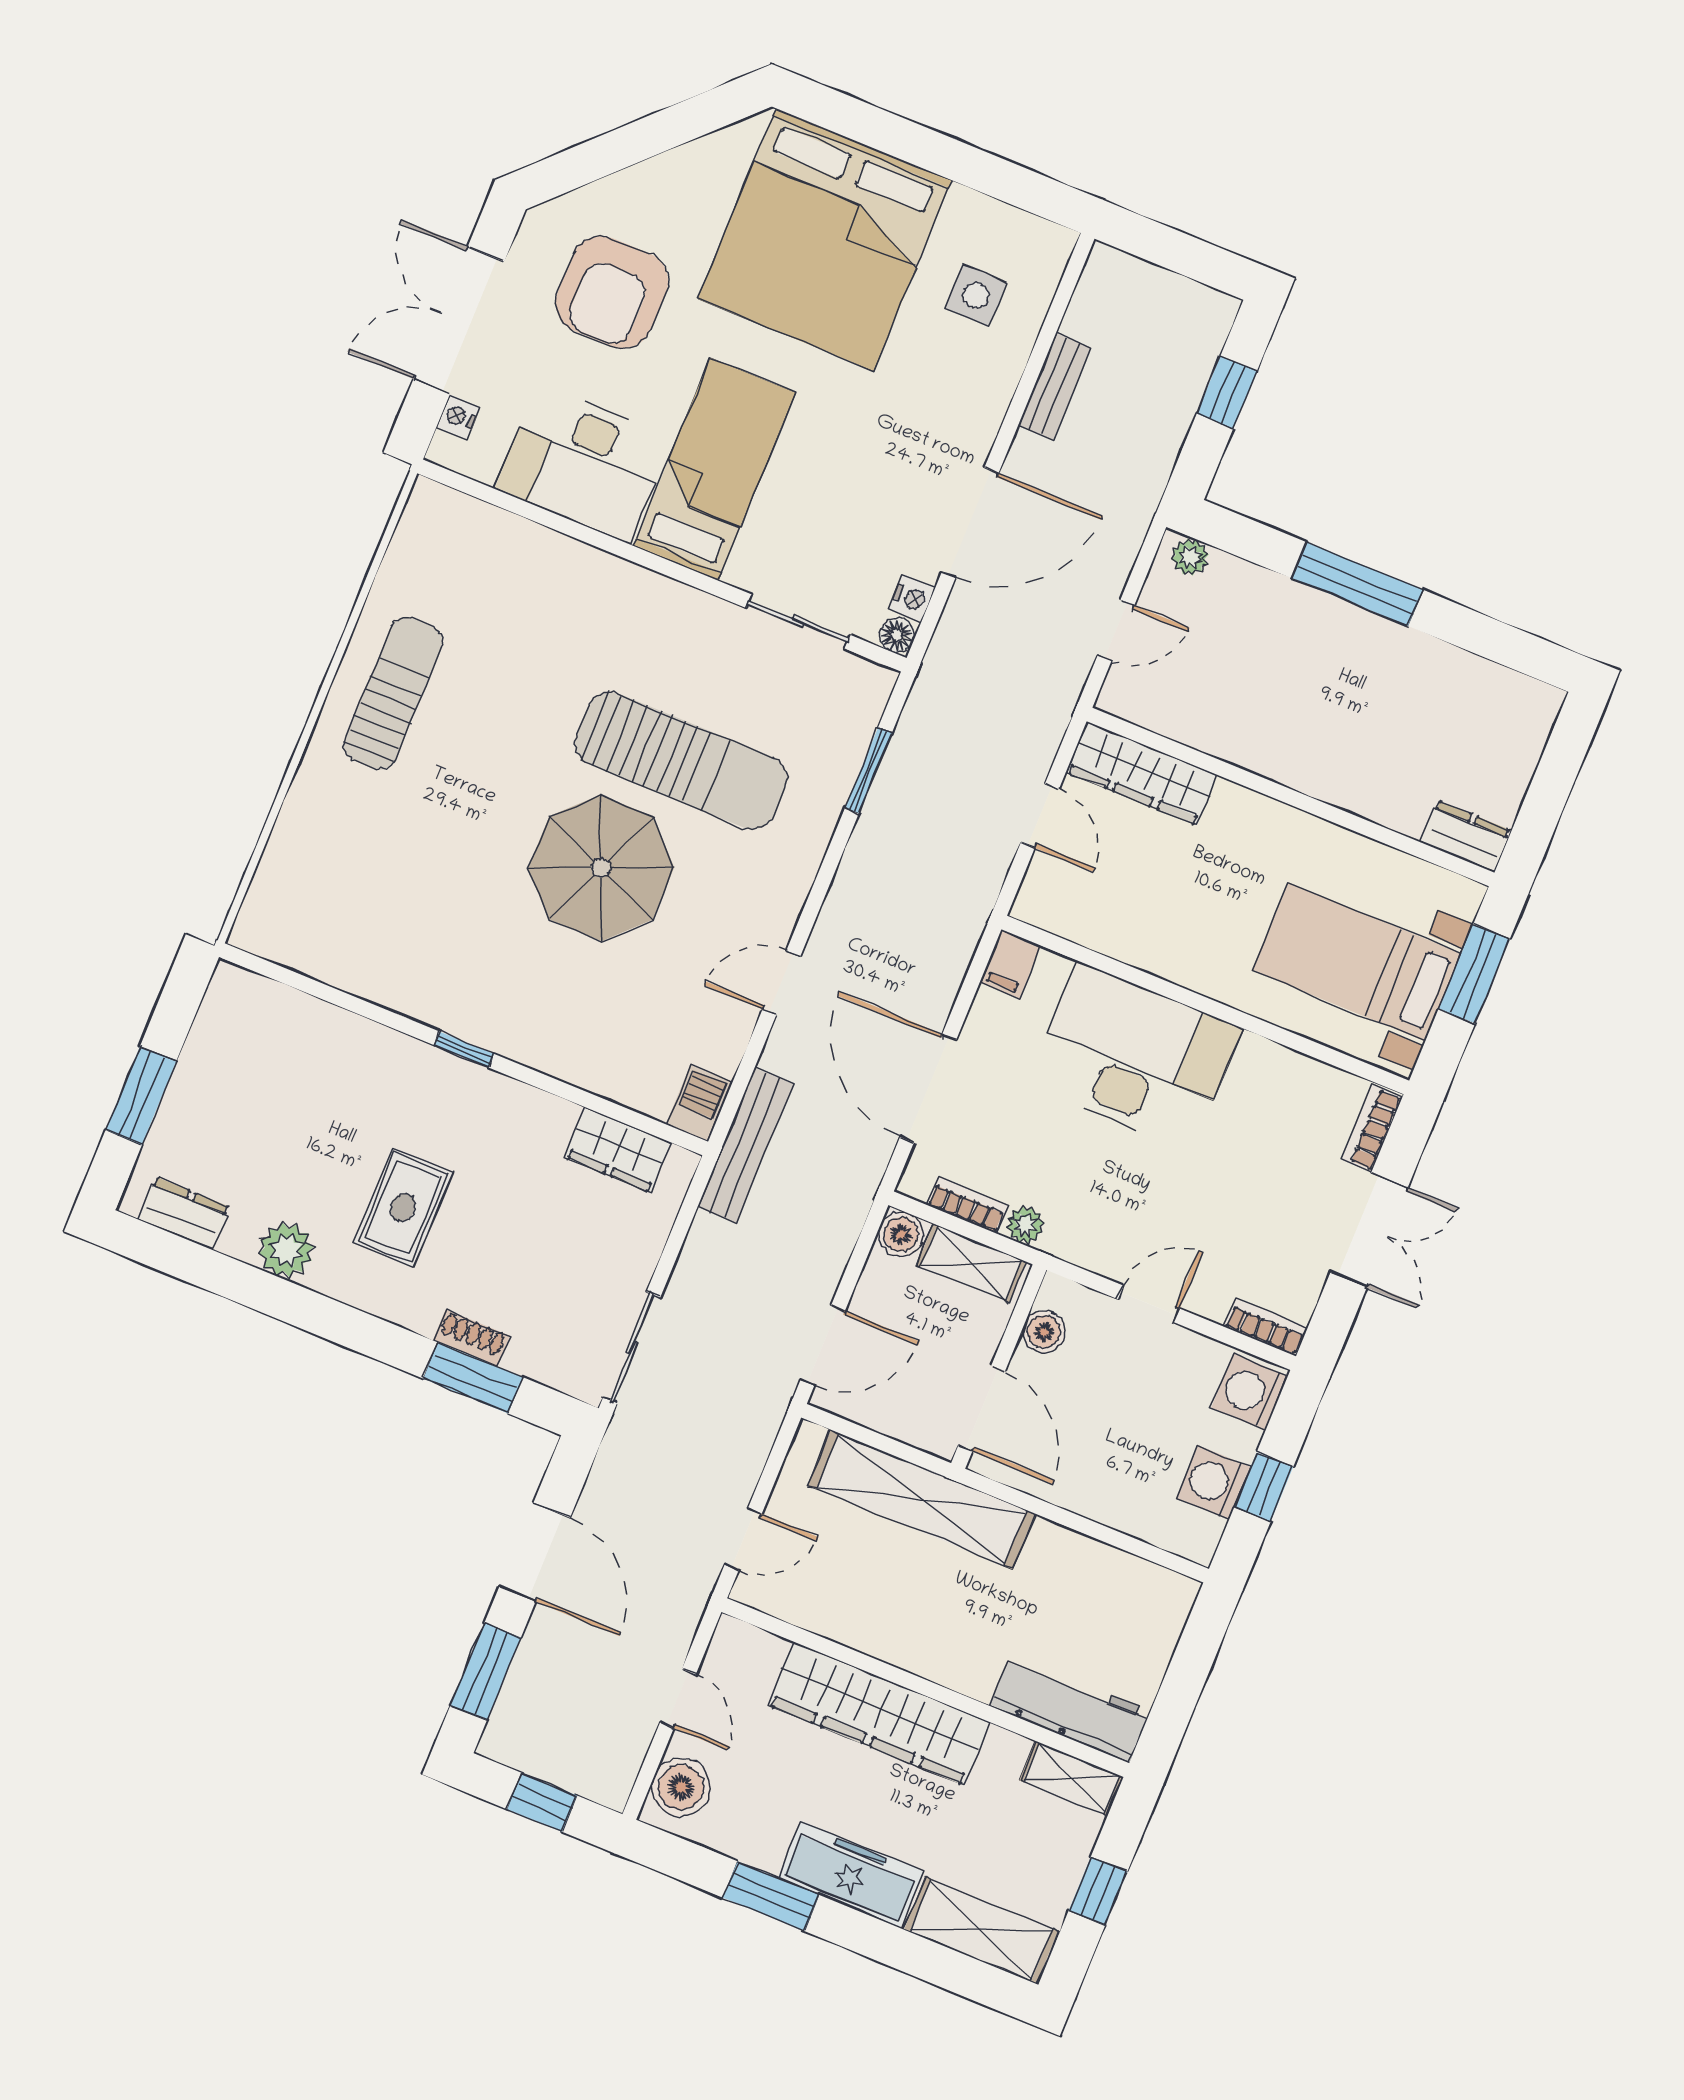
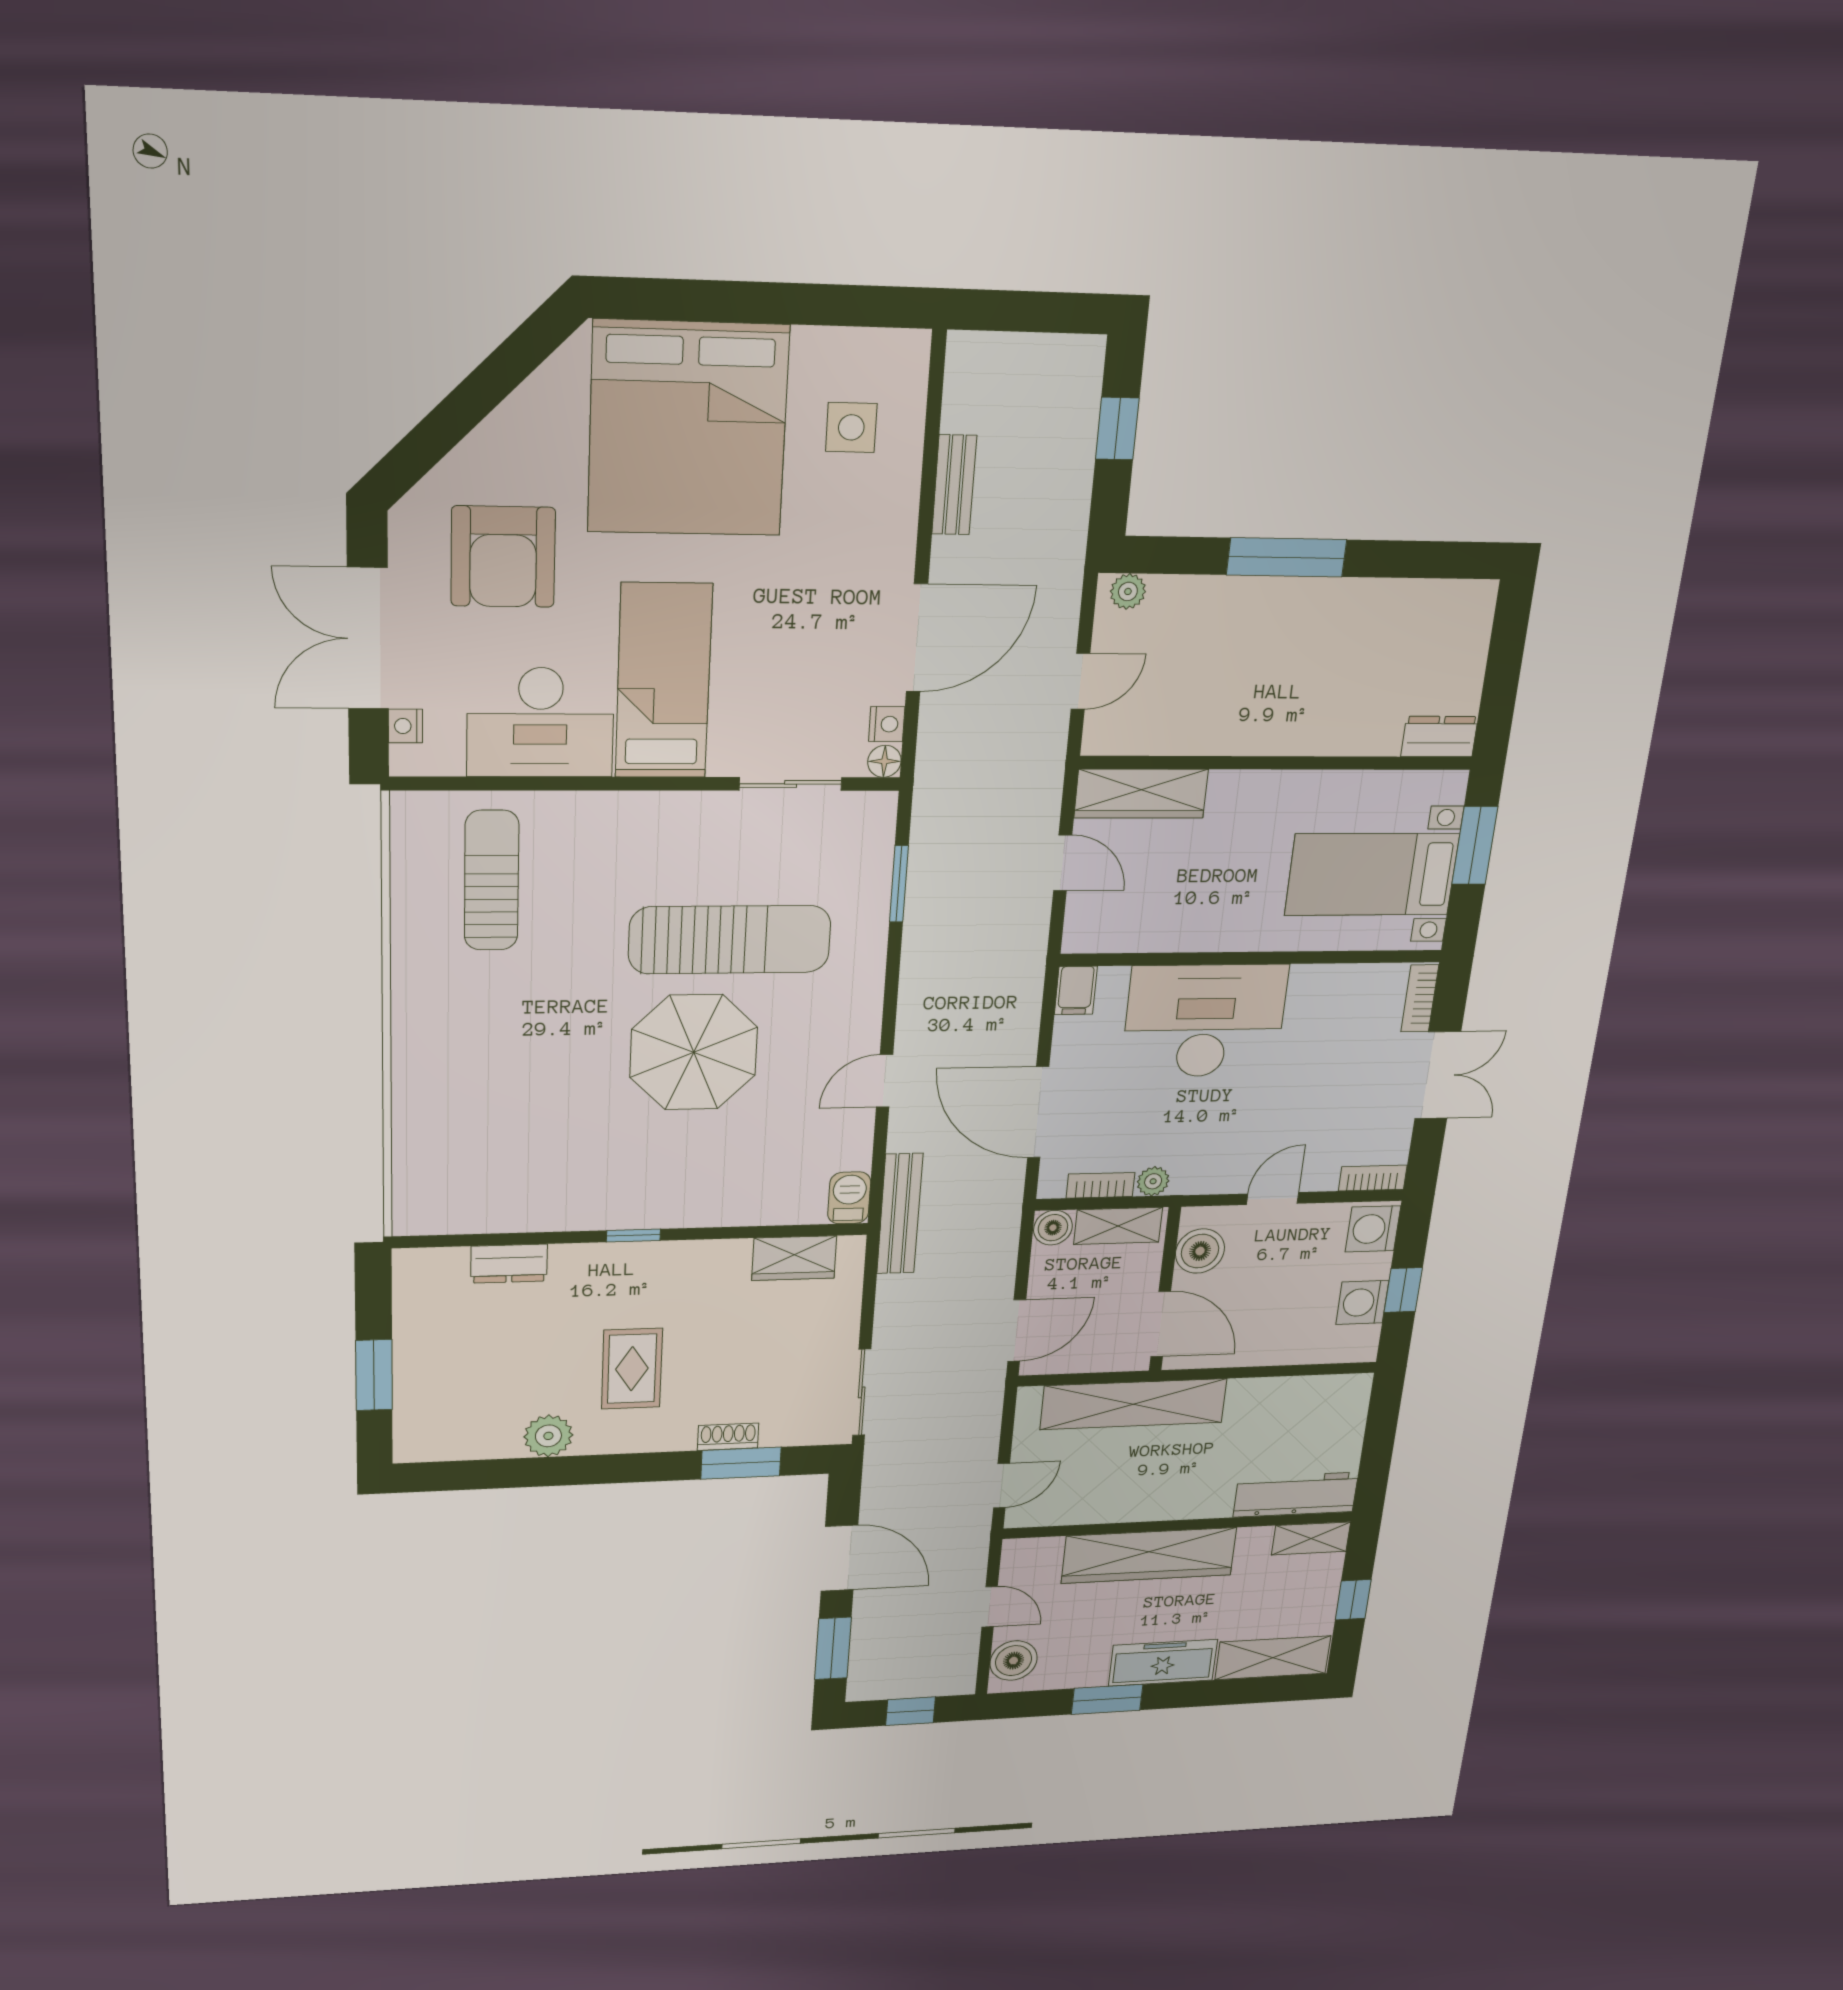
sun lounger: (393, 693) -> (492, 881), moved
dresser: (184, 1213) -> (509, 1264), moved, turned 180
boiler: (1044, 1332) -> (1200, 1251), width x1.36, depth x1.36

